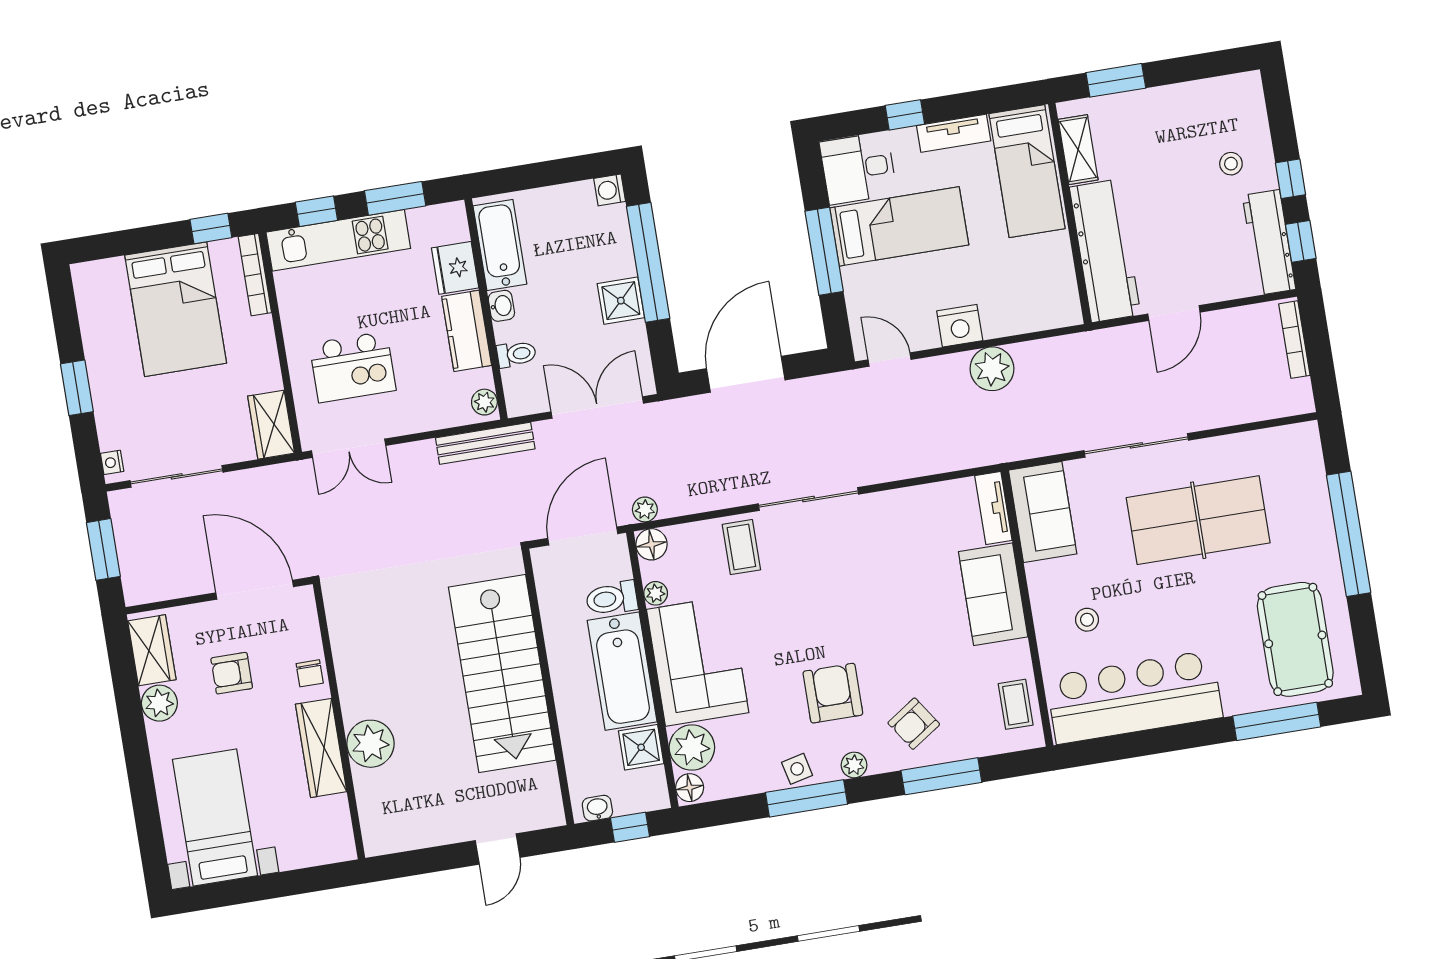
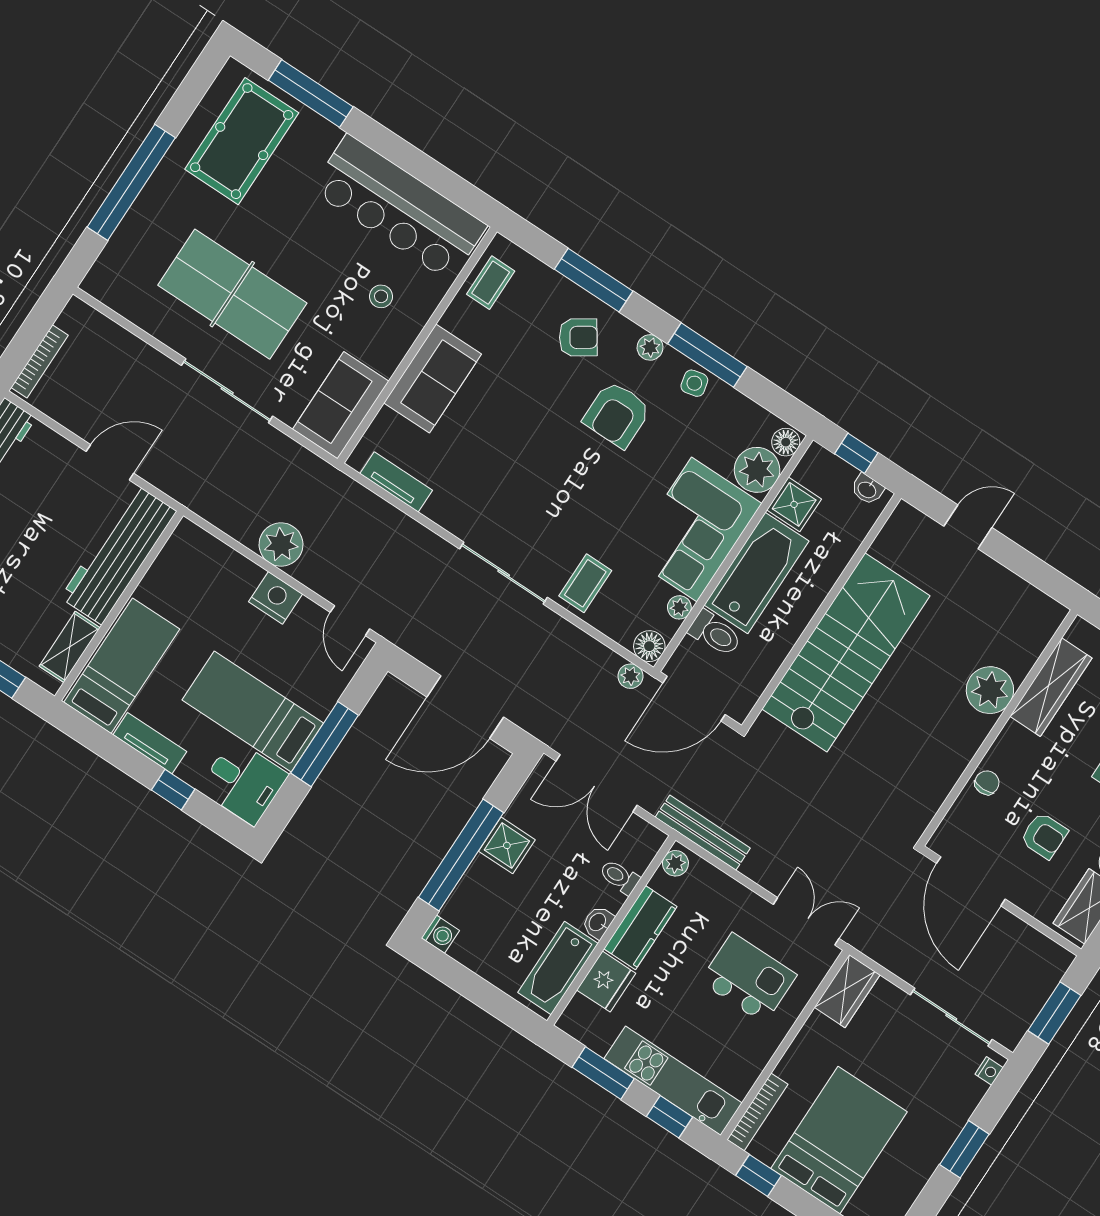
tv unit: (993, 508) -> (396, 482), moved, turned -90
wardrobe: (321, 748) -> (1051, 687), moved

